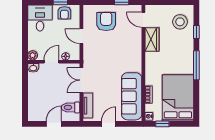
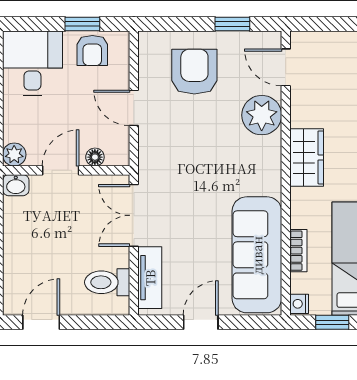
plant: (134, 39) -> (262, 115), added
wardrobe: (152, 39) -> (307, 157), moved
door: (54, 124) -> (41, 322), moved

